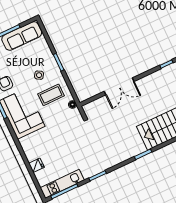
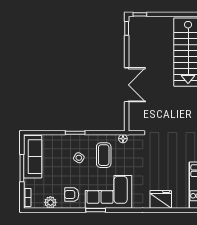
fridge: (36, 165) -> (161, 199), width x1.88, depth x1.34

